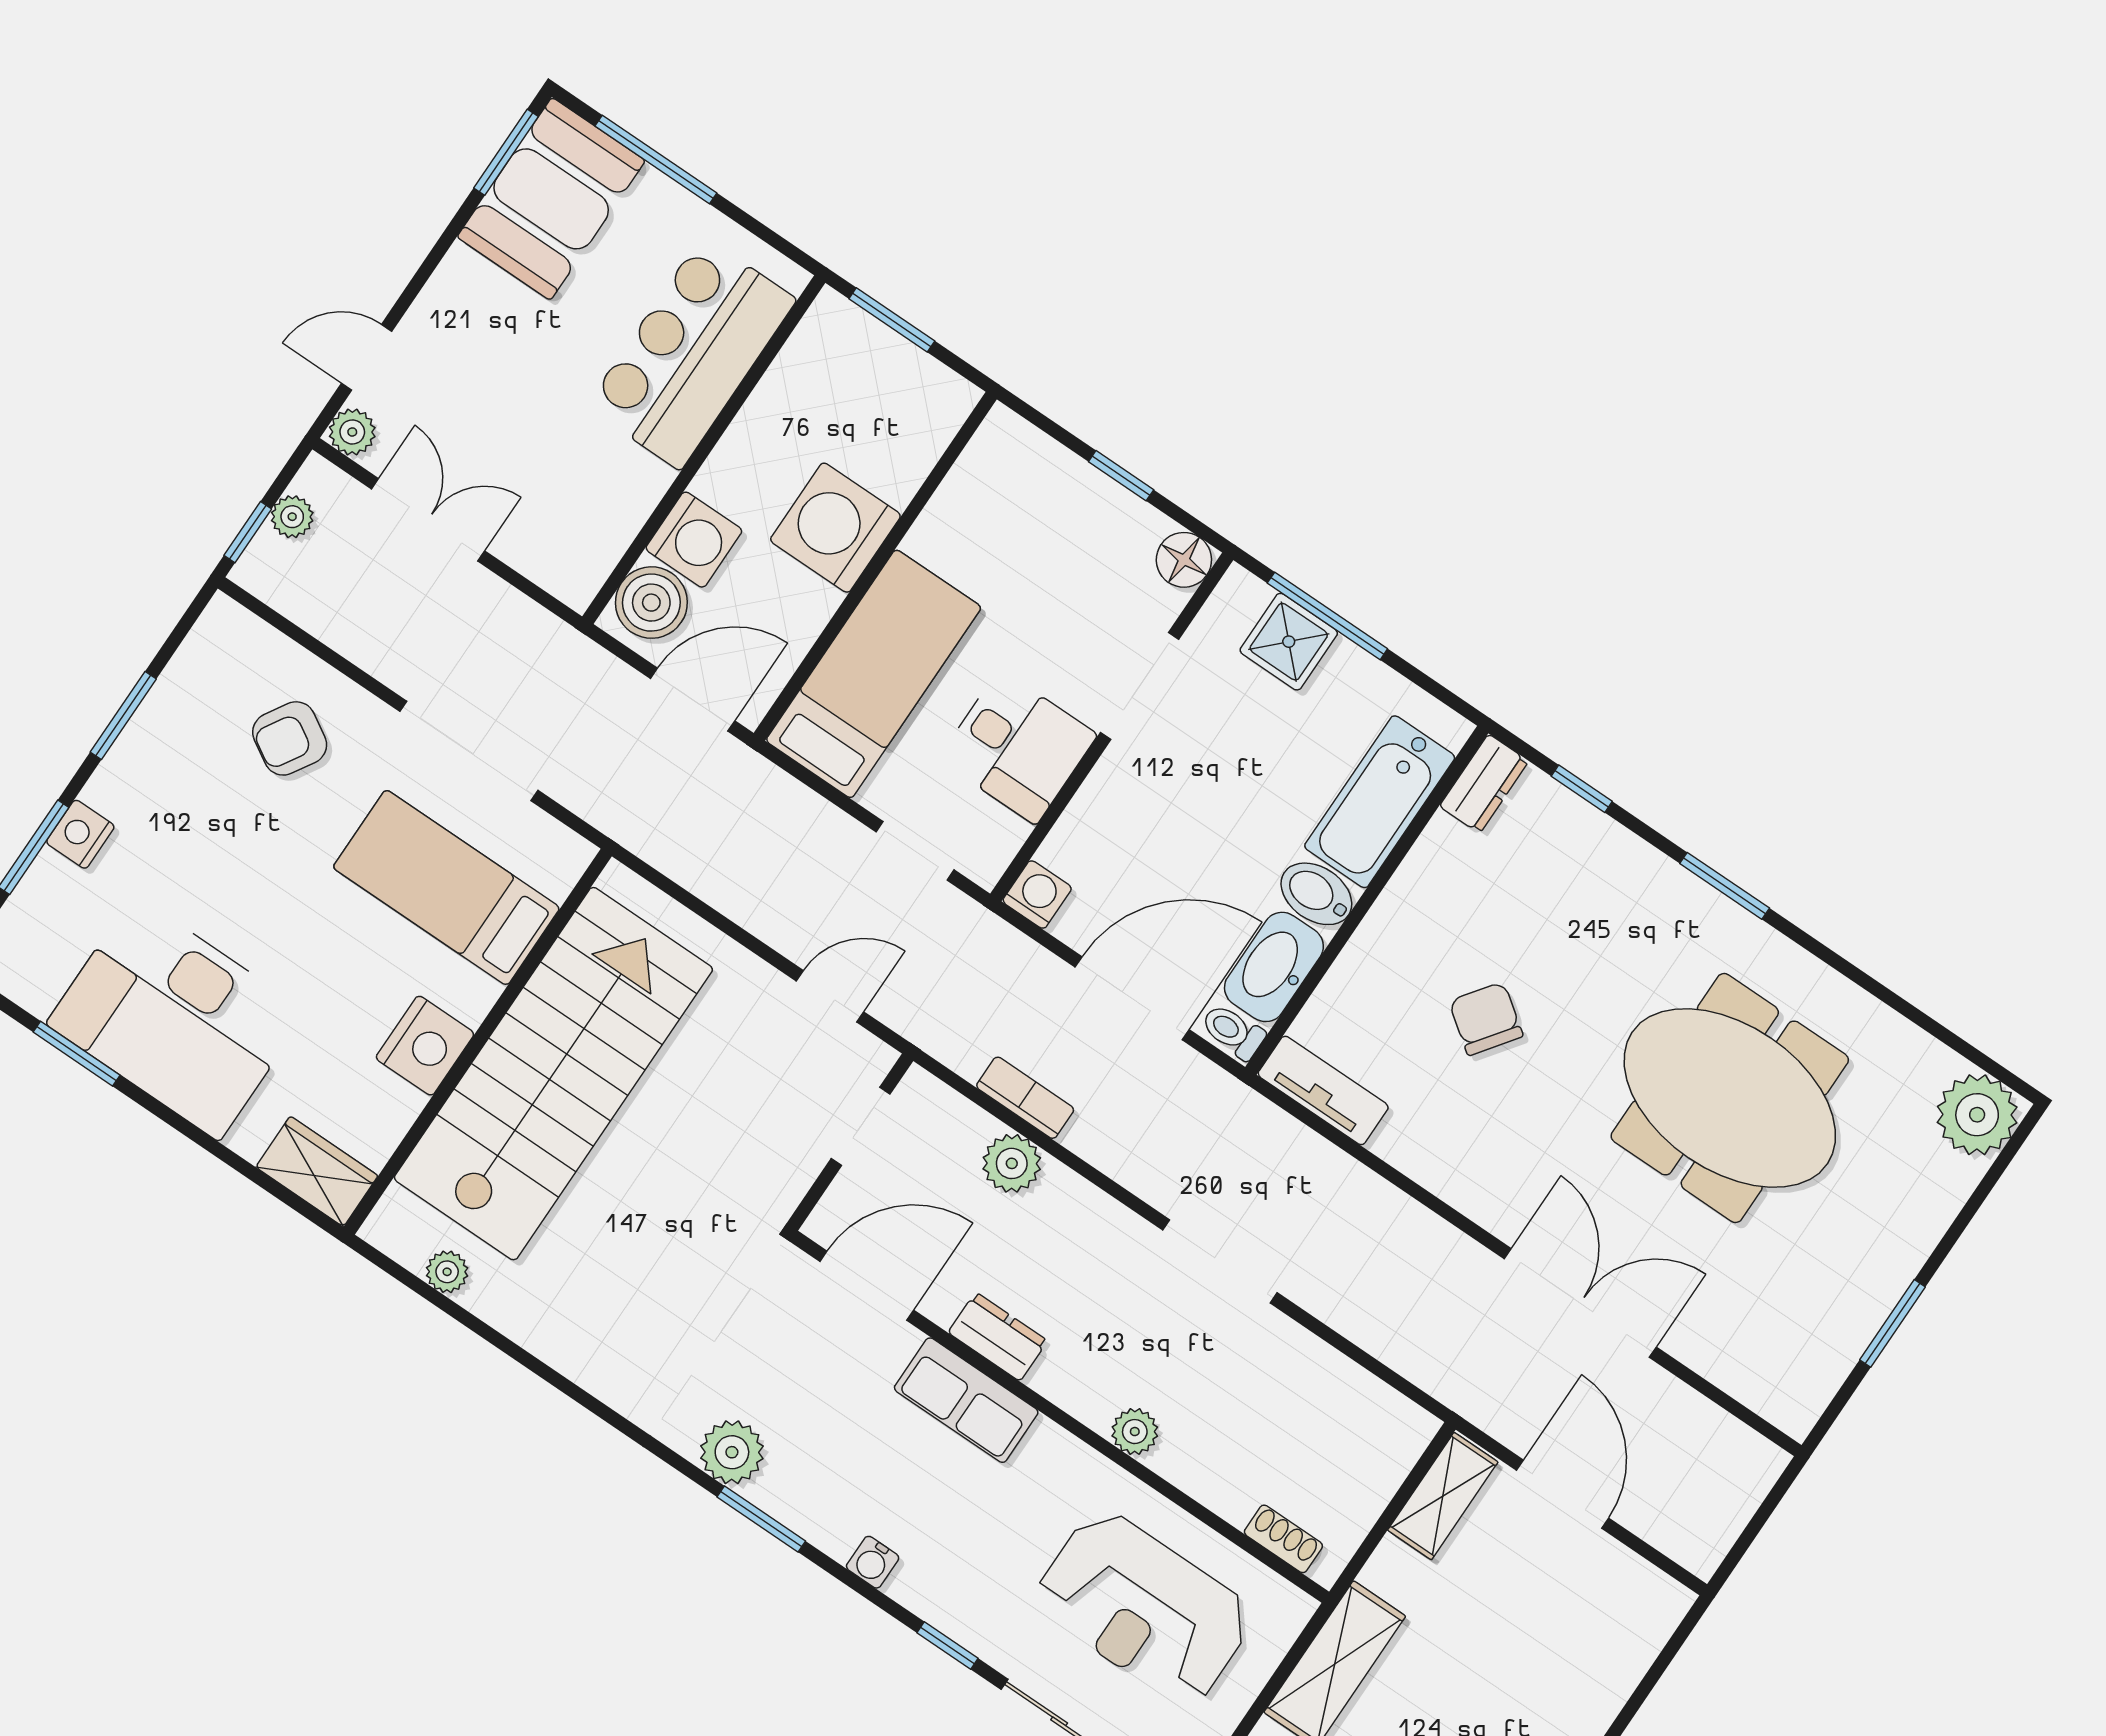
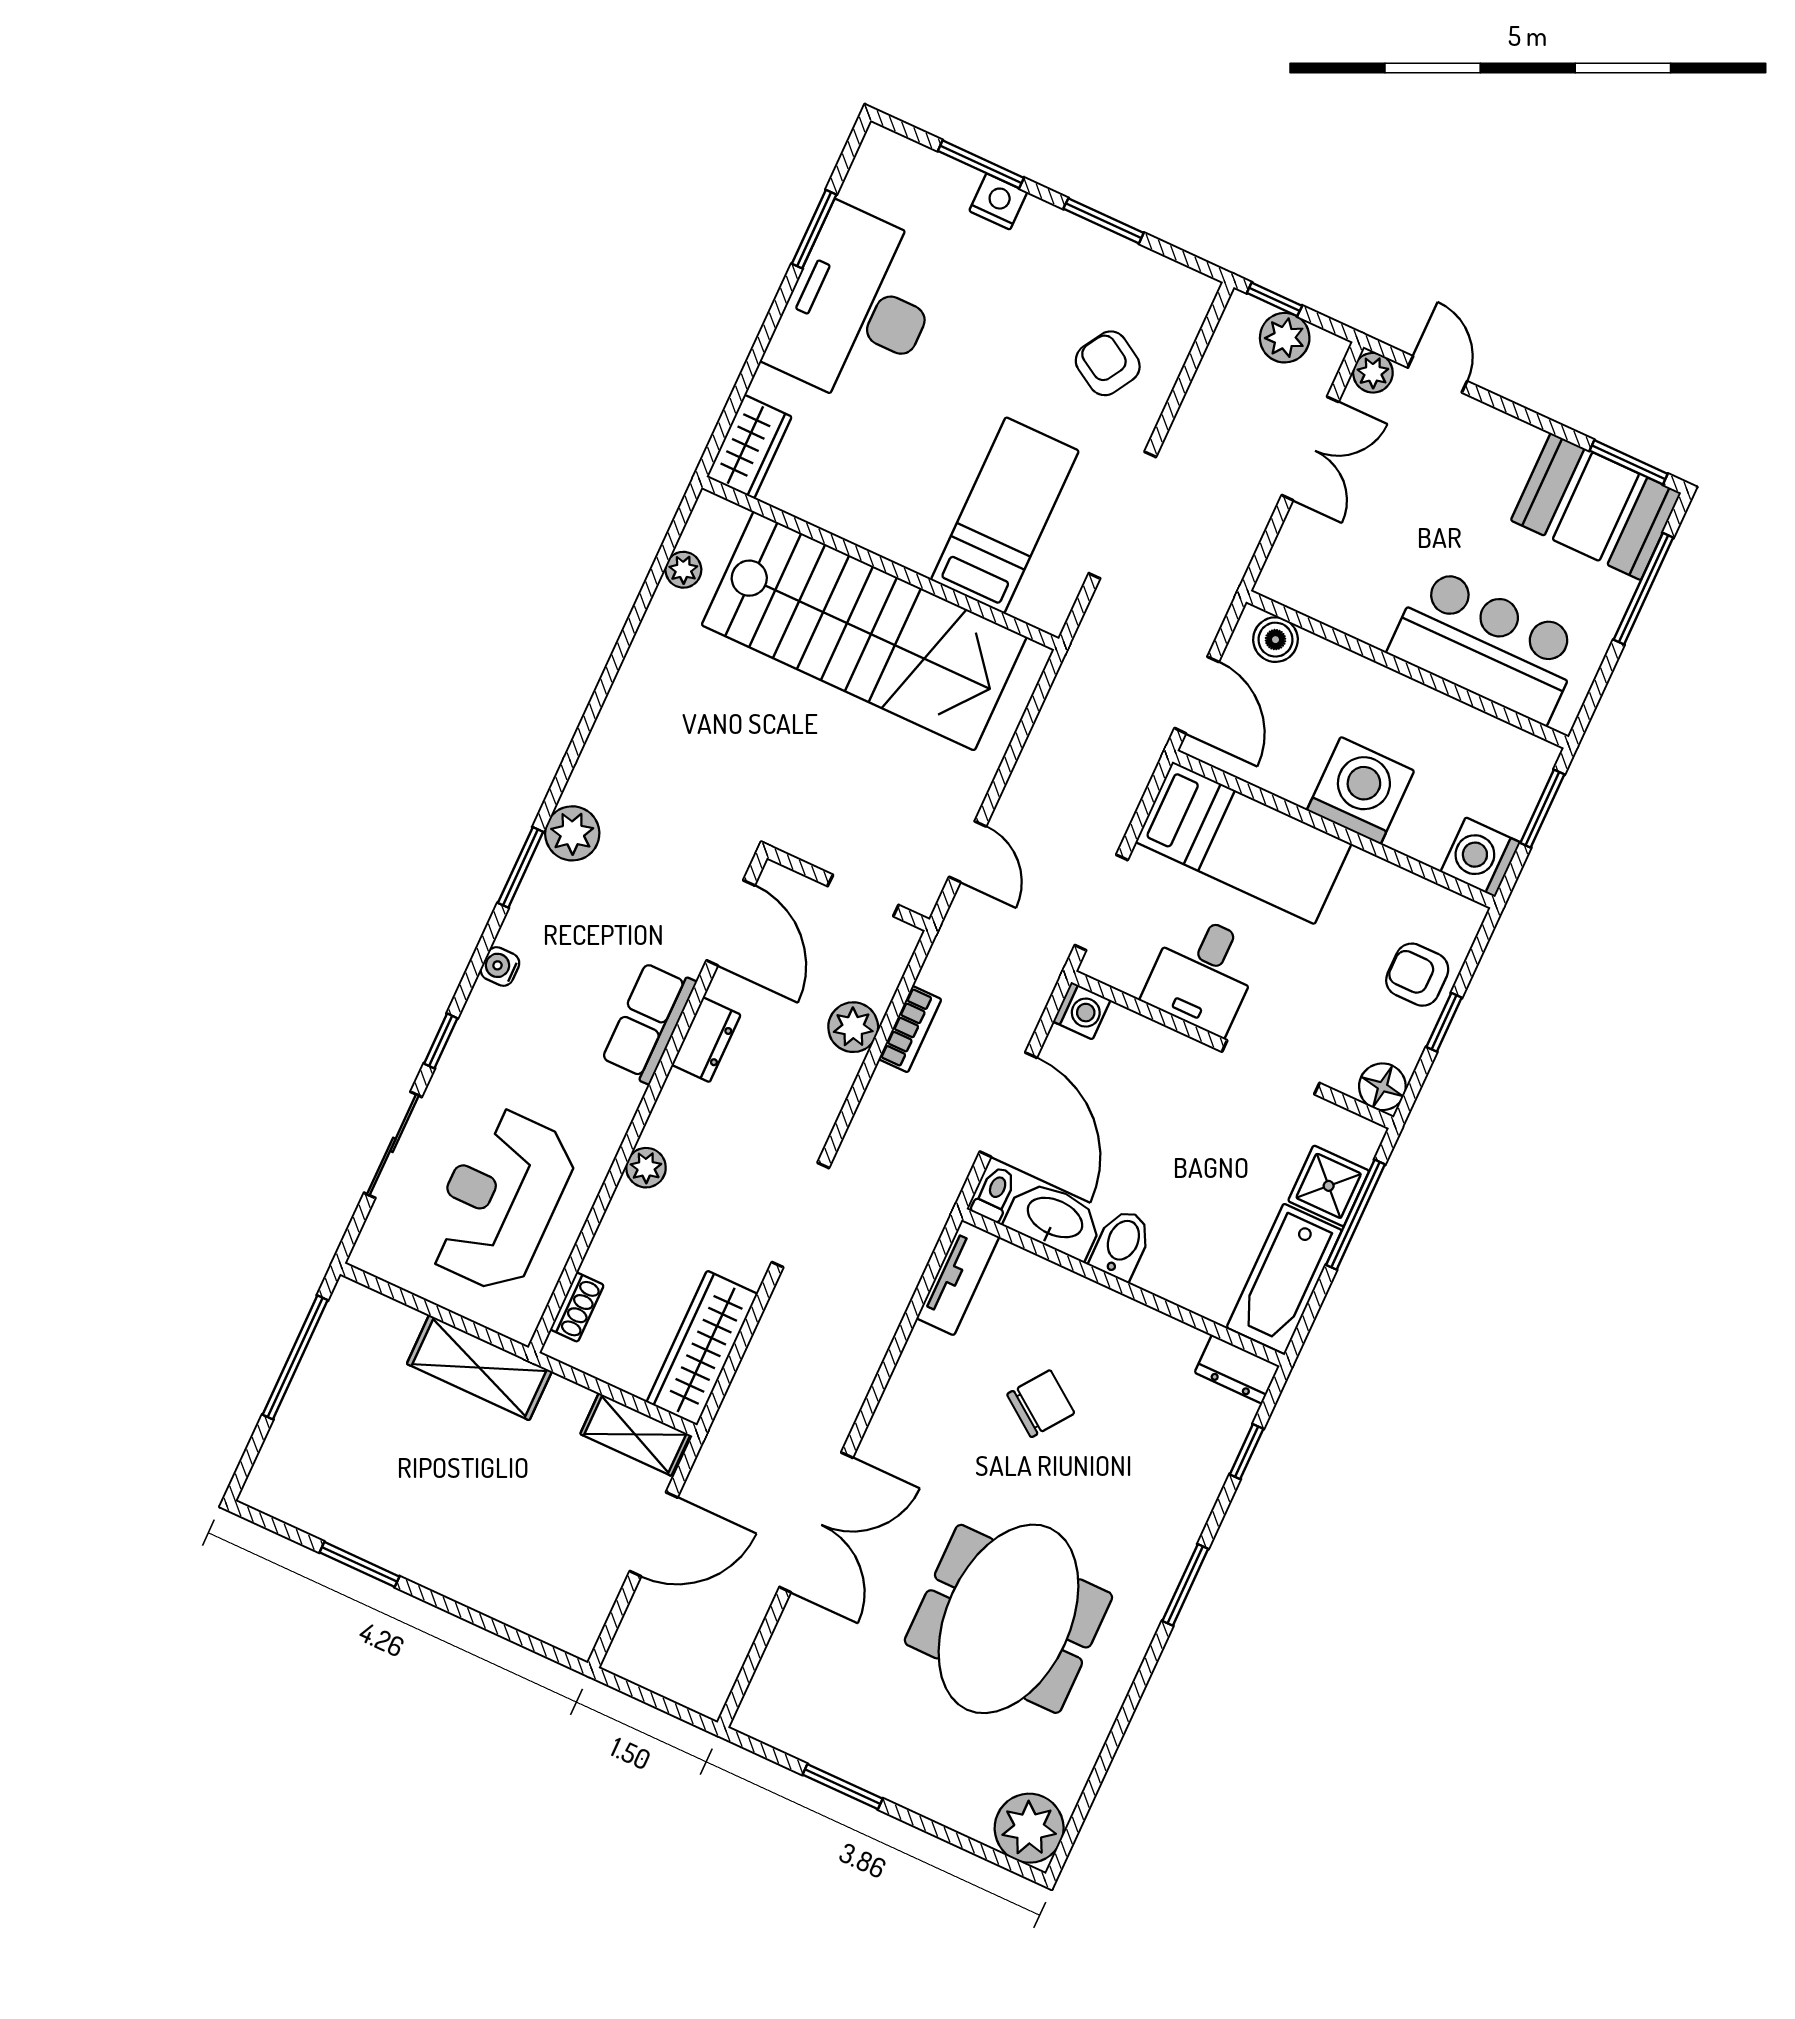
armchair: (1060, 498) -> (1417, 975), added
plant: (292, 517) -> (1285, 338), width x1.38, depth x1.38
washing machine: (694, 540) -> (1480, 857), moved, turned 90
boiler: (651, 603) -> (1275, 640), width x0.73, depth x0.73
bathtub: (1380, 802) -> (1284, 1279), moved, turned -90
doorway: (915, 851) -> (1101, 903), width x1.38
nightstand: (425, 1046) -> (870, 520), removed
wardrobe: (1355, 1401) -> (702, 1348), added

